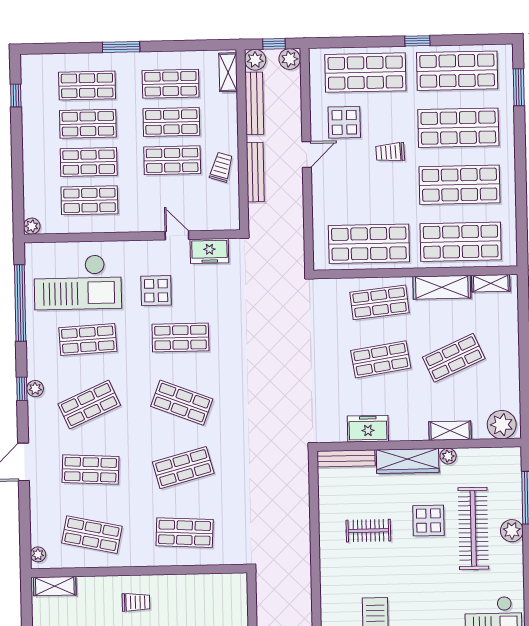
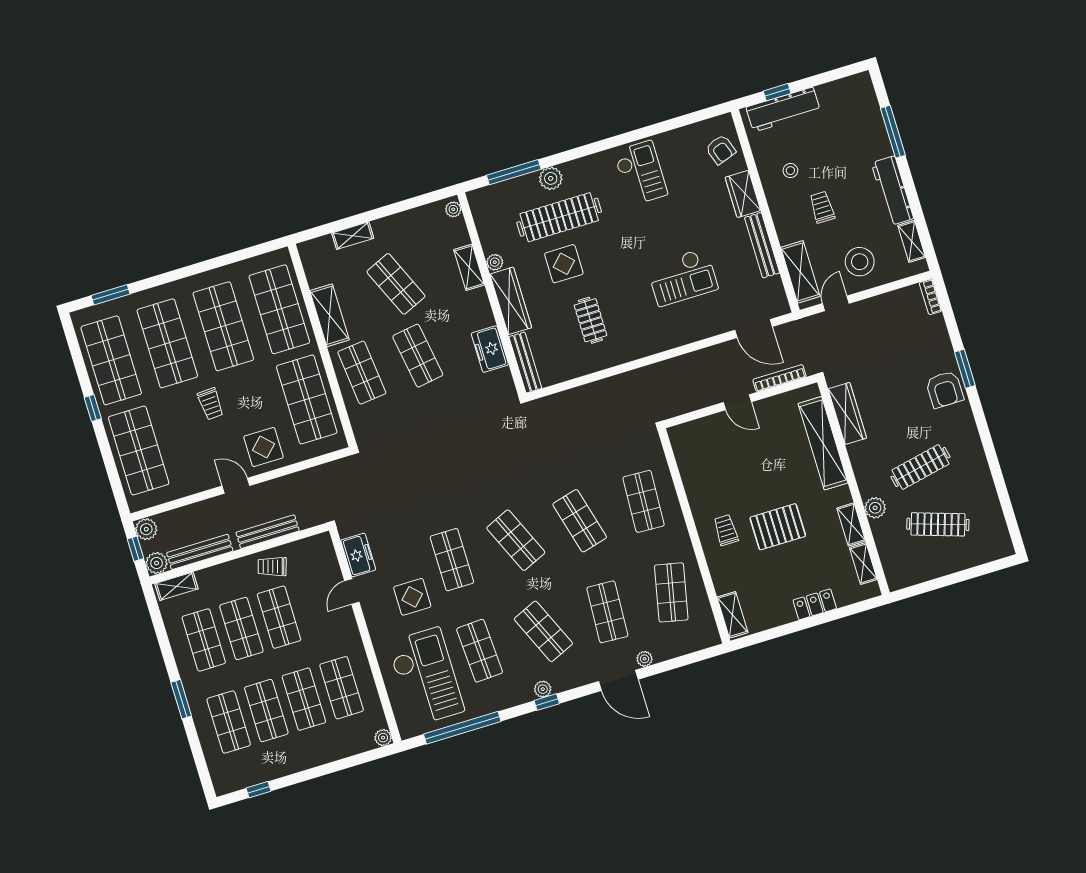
display table: (344, 122) -> (264, 447), moved
shelving: (491, 283) -> (353, 236), moved, turned 90
shop shelf: (182, 403) -> (516, 540), turned -45
plant: (502, 425) -> (453, 209), width x0.53, depth x0.53
plant: (38, 554) -> (644, 659), moved

